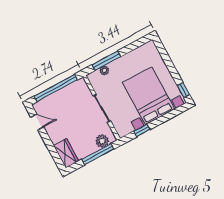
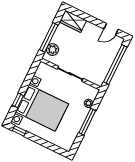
window: (106, 61) -> (87, 122), moved
window: (142, 130) -> (18, 100), moved

